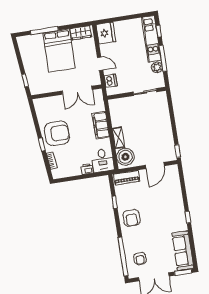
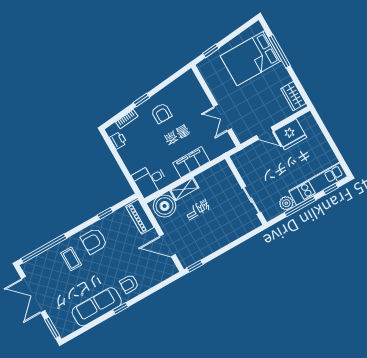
fridge: (106, 33) -> (290, 134), moved
bed: (59, 51) -> (251, 58), moved
door: (100, 64) -> (265, 133), hinge flipped
dishwasher: (111, 81) -> (249, 154), removed
double door: (77, 90) -> (223, 118), width x0.73
armchair: (57, 133) -> (162, 113), width x0.53, depth x0.53
printer: (87, 169) -> (118, 140), moved
coffee table: (138, 239) -> (71, 259), added
sofa: (183, 251) -> (97, 307), moved
armchair: (140, 258) -> (129, 284), moved

